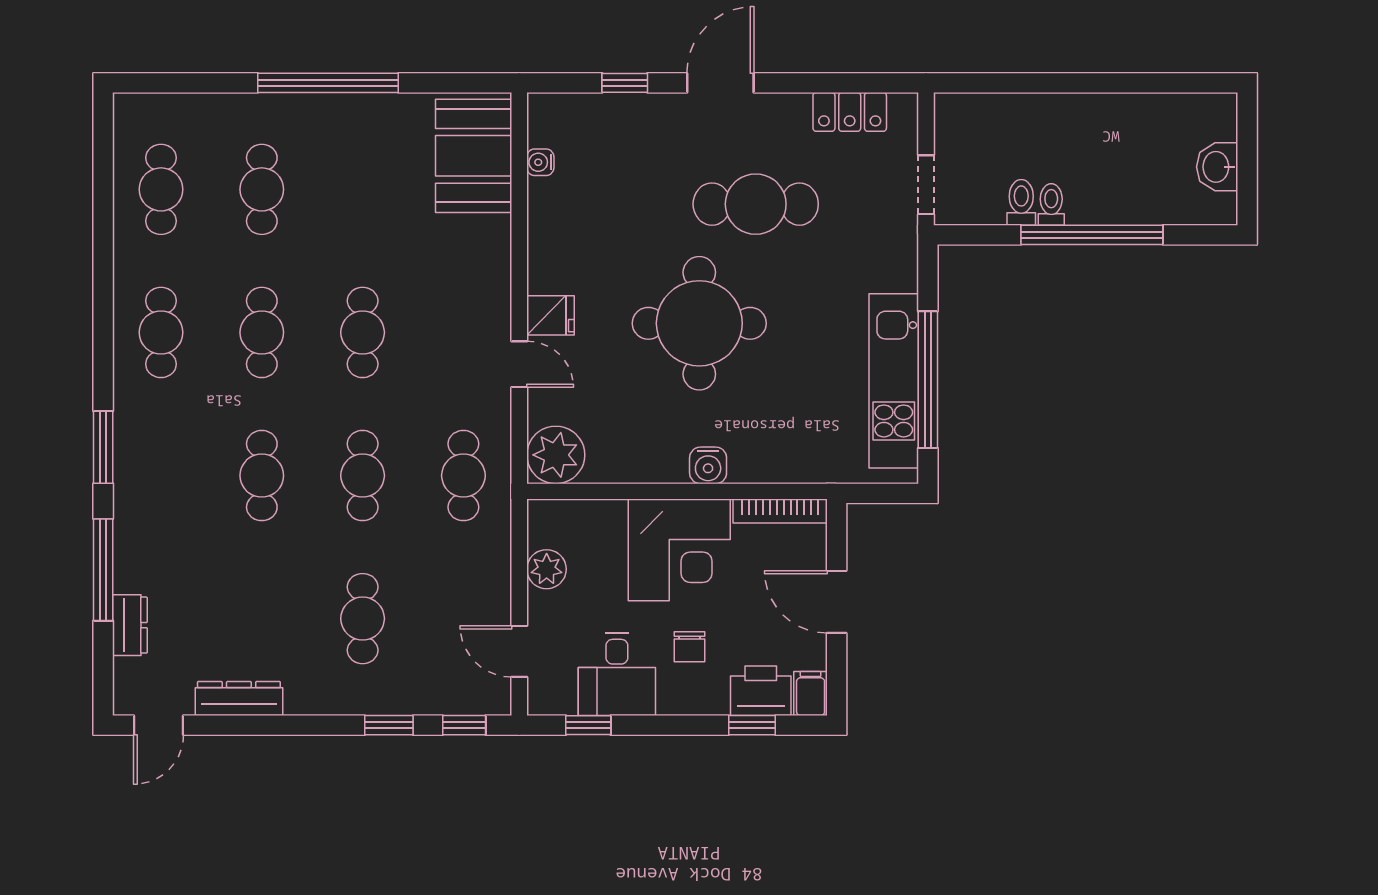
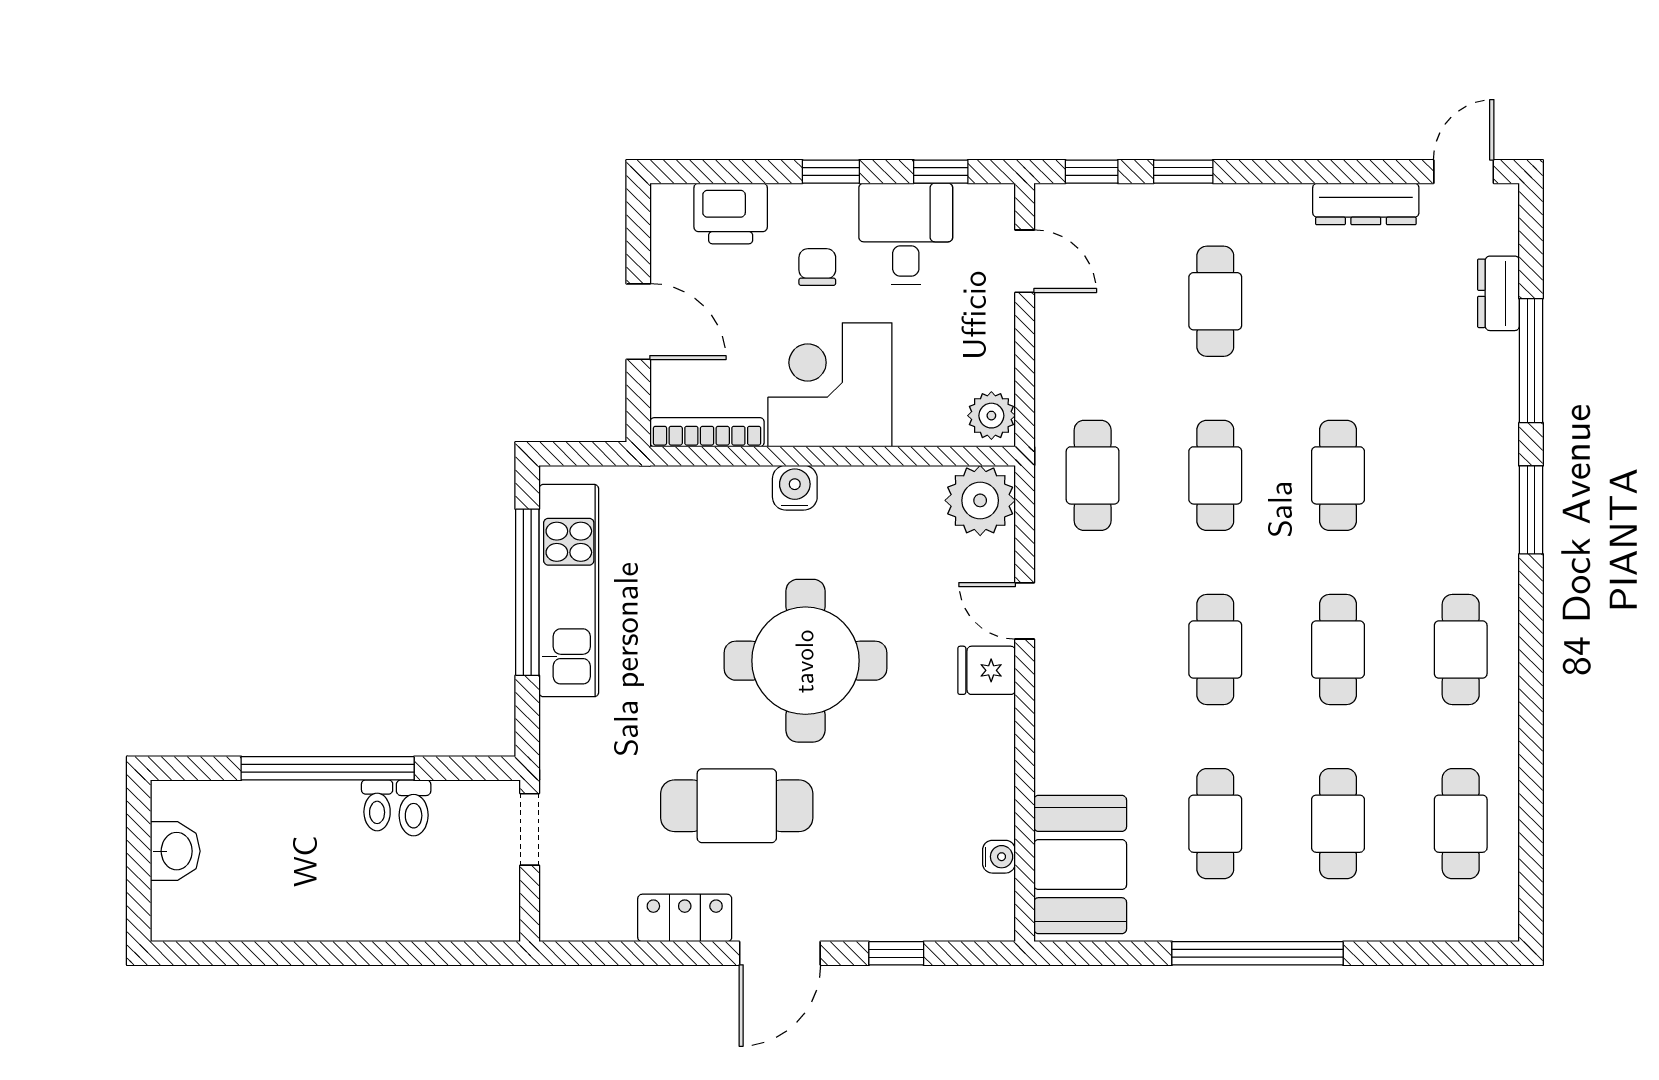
locker: (850, 112) -> (685, 918), moved
cafe table: (363, 189) -> (1215, 824), added
plant: (547, 569) -> (991, 416), moved
filing cabinet: (811, 693) -> (670, 210), removed
window: (752, 725) -> (831, 172), moved

